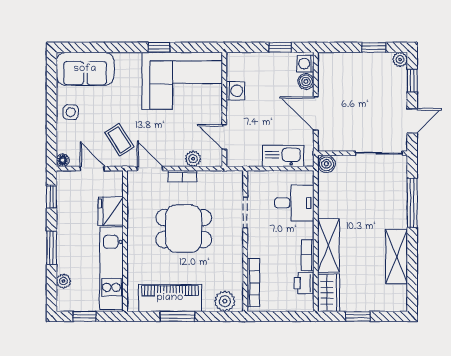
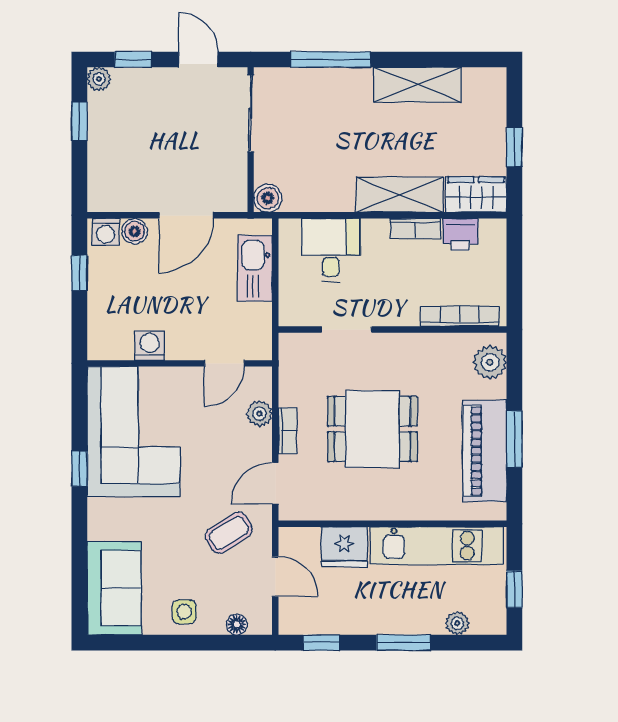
floor lamp: (63, 160) -> (237, 625), moved
door: (92, 169) -> (275, 577), swing flipped
dining table: (184, 229) -> (372, 429), turned 90

